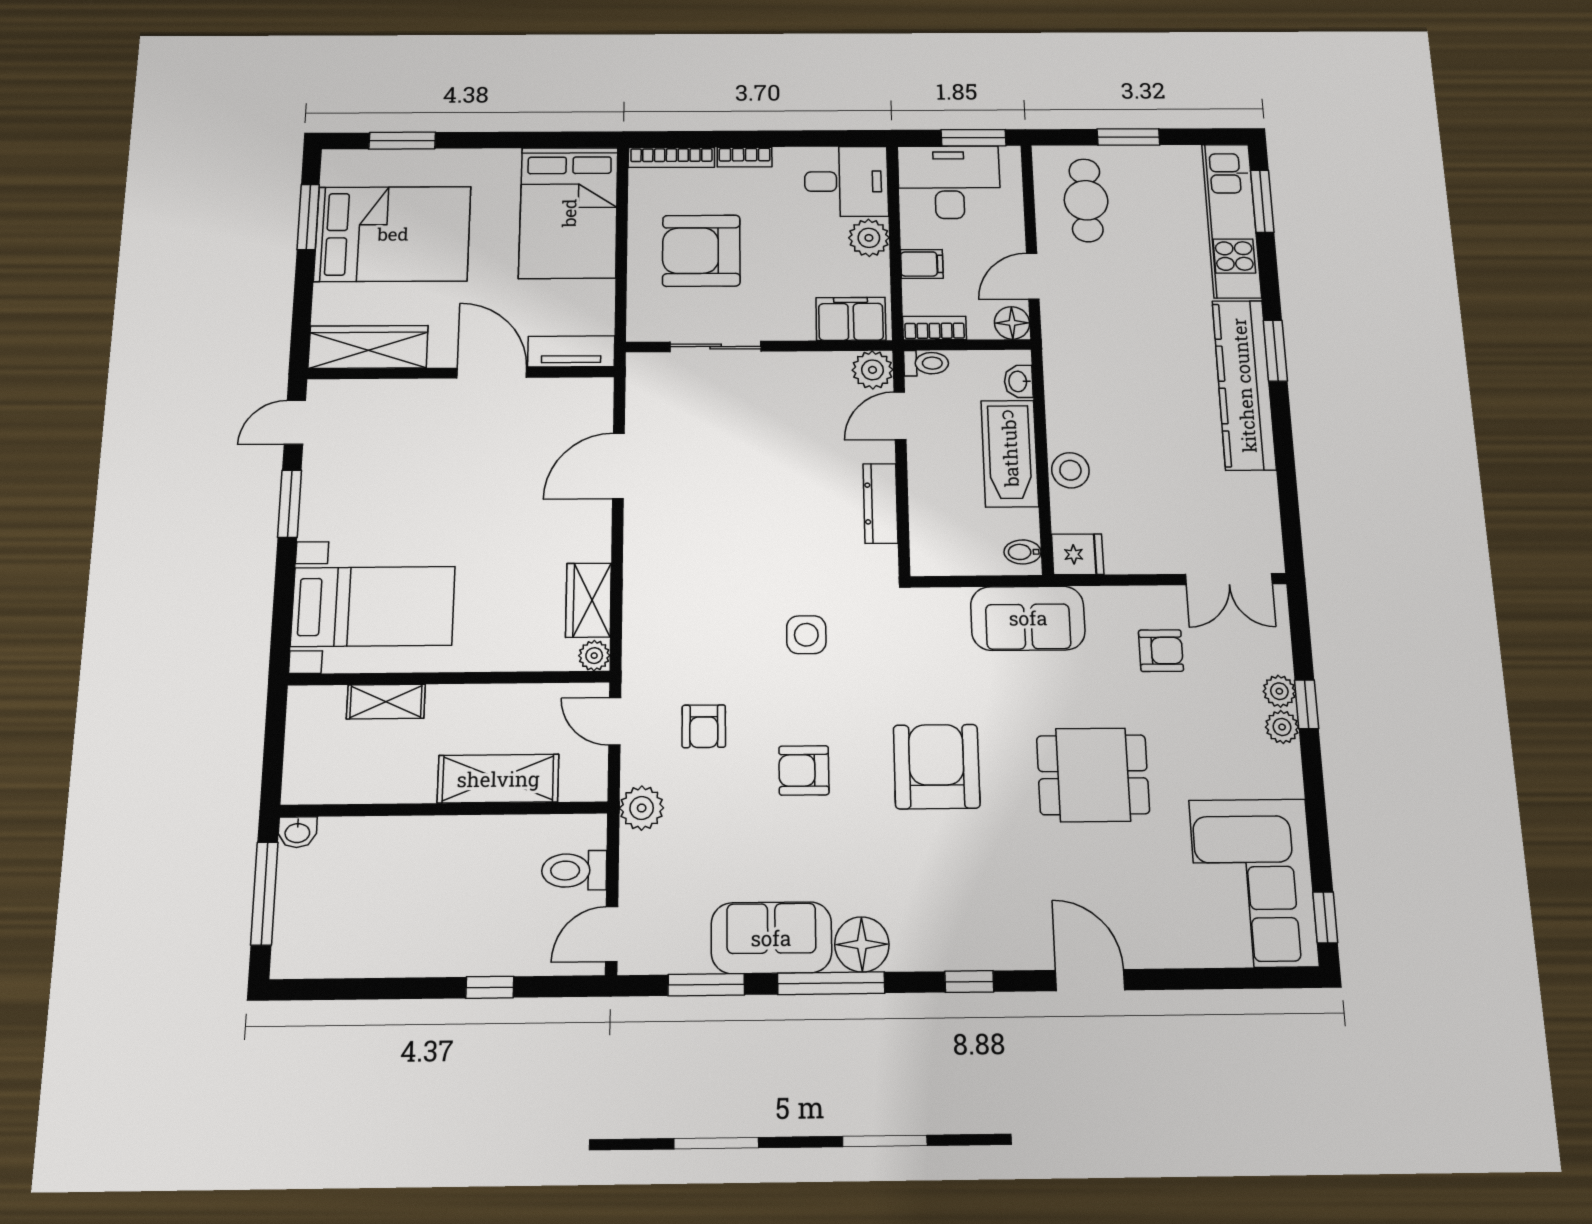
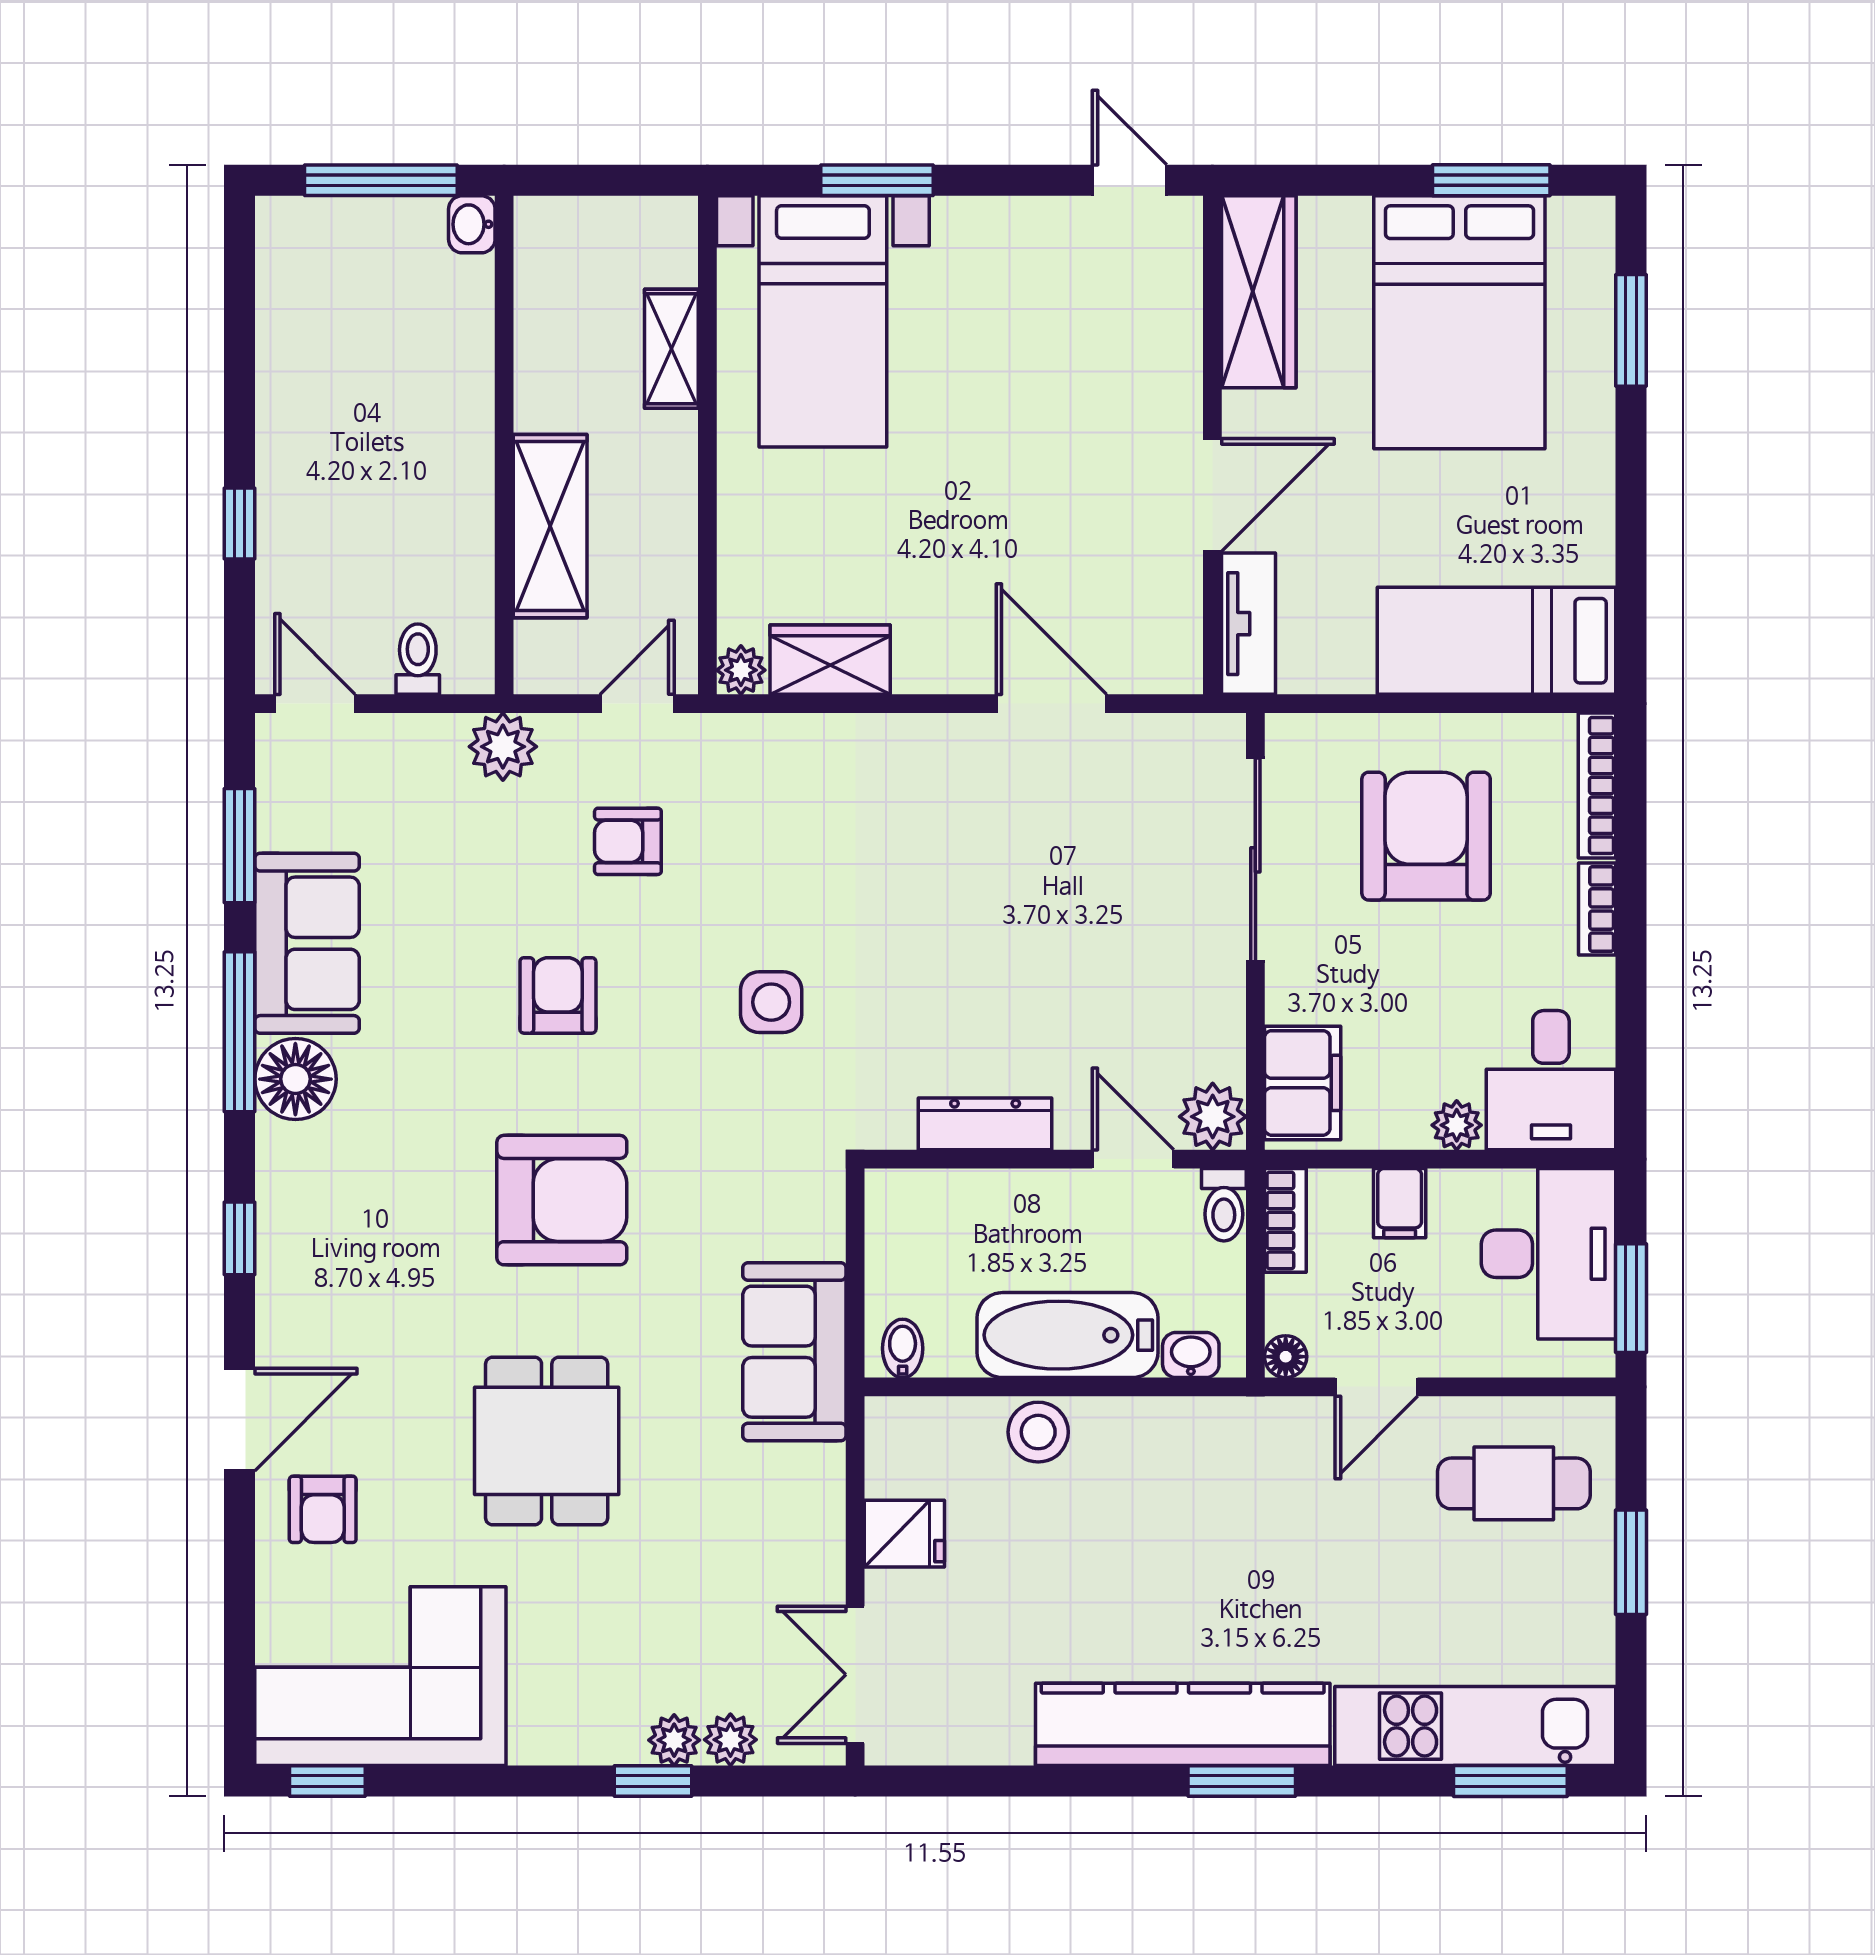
bed: (569, 213) -> (1496, 641), width x0.67
plant: (869, 238) -> (1457, 1125), width x0.73, depth x0.73
door: (1033, 276) -> (1376, 1387), swing flipped
floor lamp: (1012, 323) -> (1286, 1357), width x0.73, depth x0.73
sliding door: (716, 347) -> (1255, 860), width x1.37
window: (290, 504) -> (877, 180), moved
fridge: (1078, 554) -> (904, 1534), moved, turned -90
armchair: (1161, 651) -> (323, 1509), moved
plant: (1282, 727) -> (730, 1740), moved
toilet: (574, 870) -> (418, 659), width x0.73, depth x0.72

